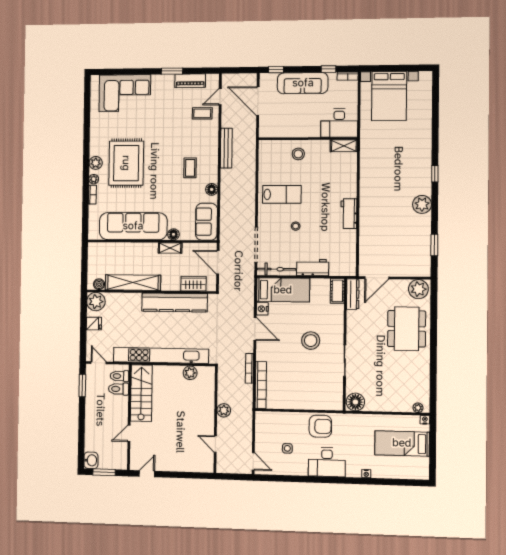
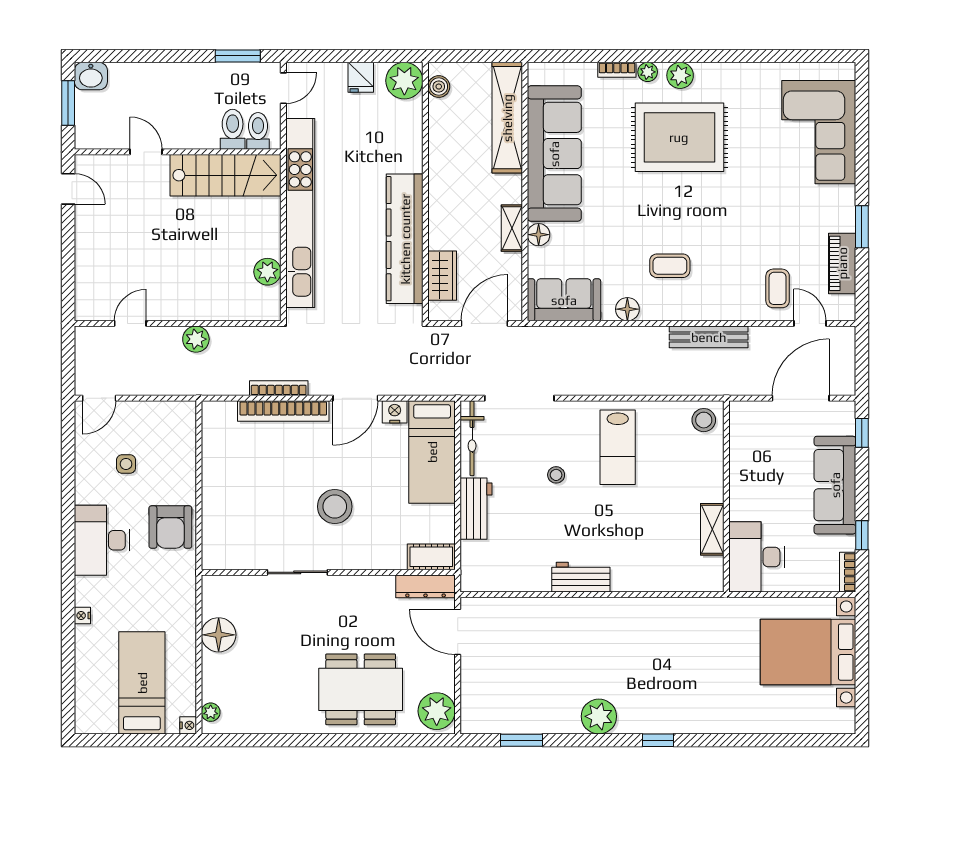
shelving: (344, 146) -> (712, 529), moved
stool: (298, 154) -> (704, 420), moved
shelving: (133, 283) -> (507, 118), moved
bookcase: (261, 385) -> (283, 411), moved
floor lamp: (355, 402) -> (219, 635), moved

